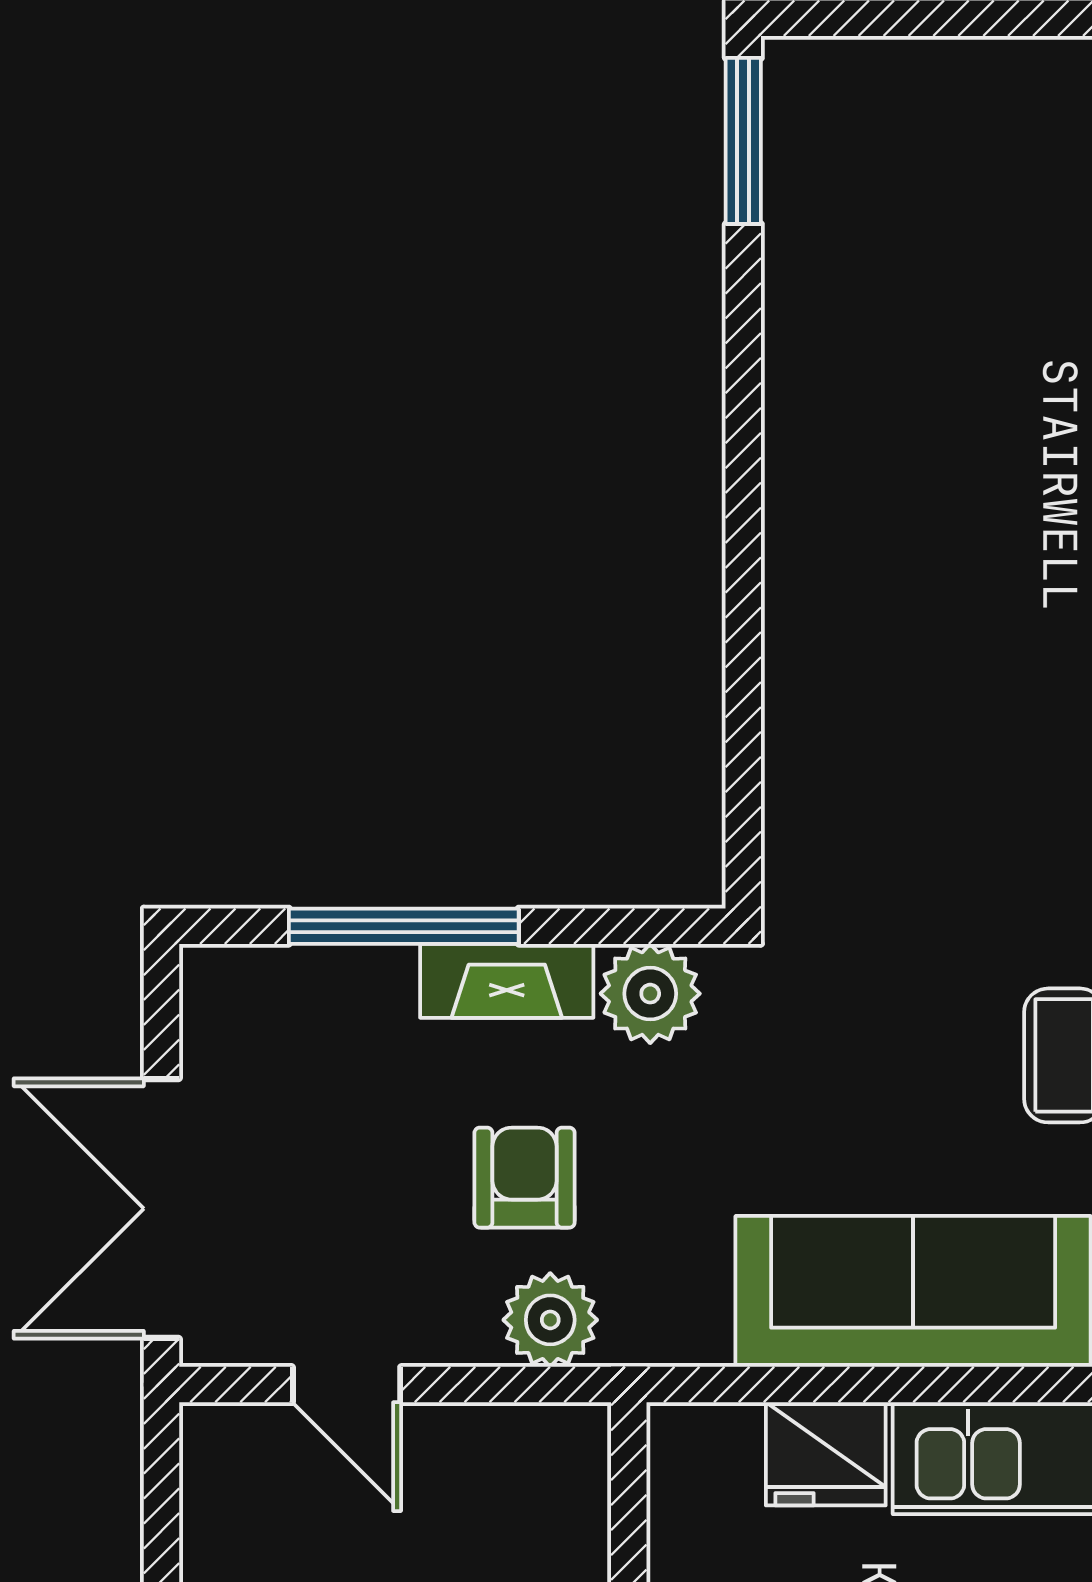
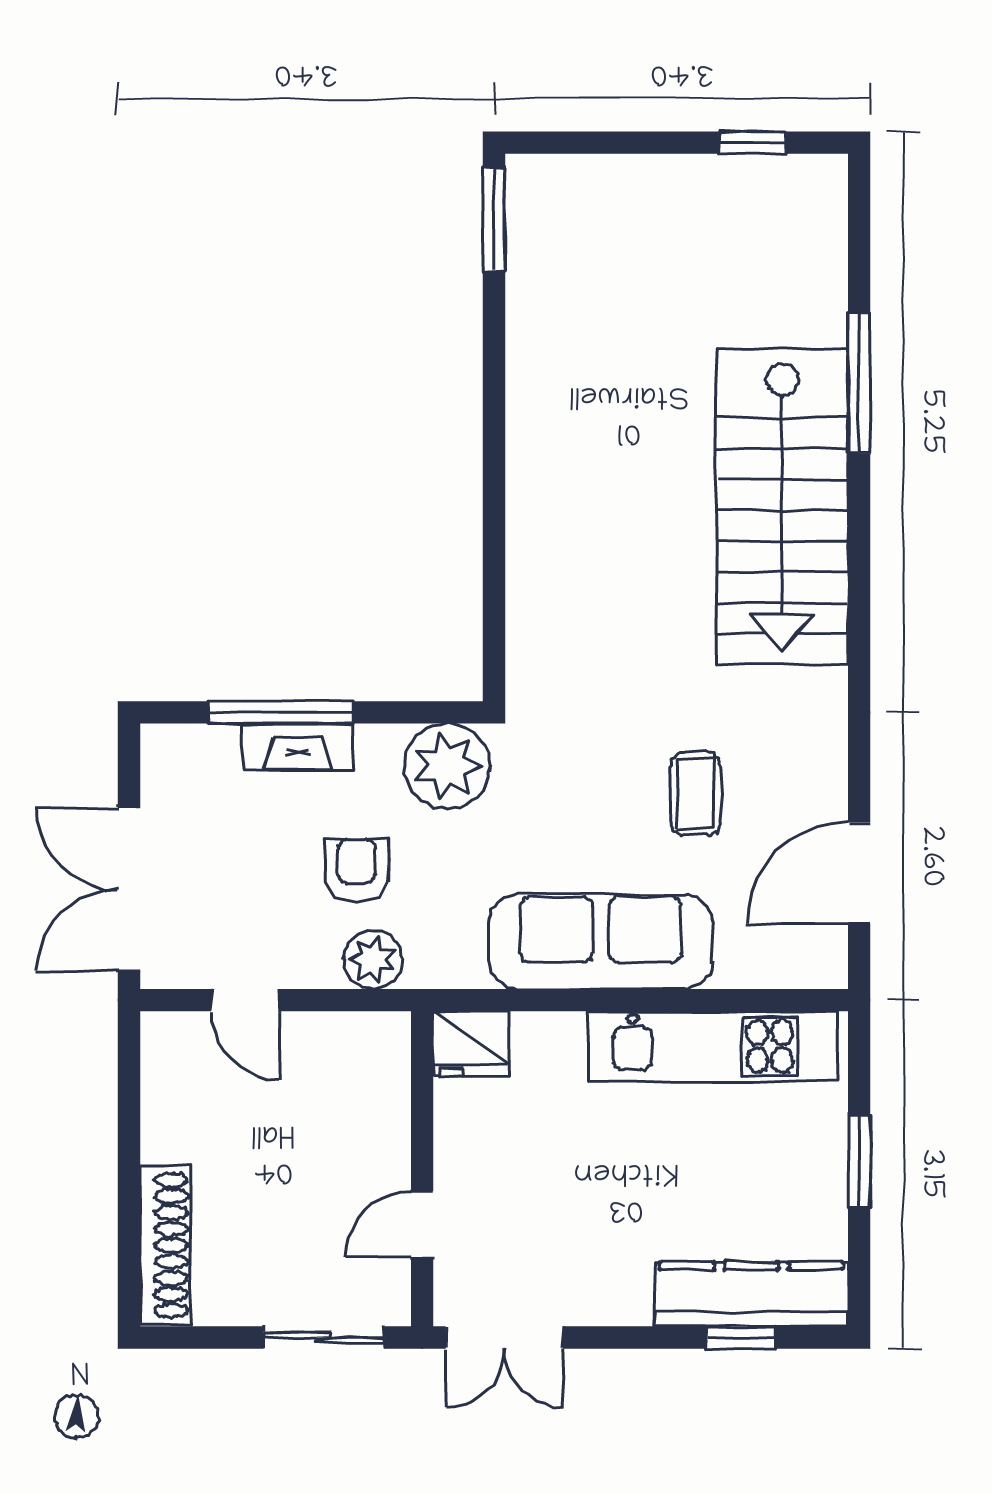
fireplace: (507, 981) -> (298, 747), moved
plant: (650, 994) -> (447, 766), width x1.36, depth x1.36
fridge: (826, 1454) -> (471, 1044), moved

